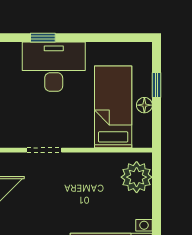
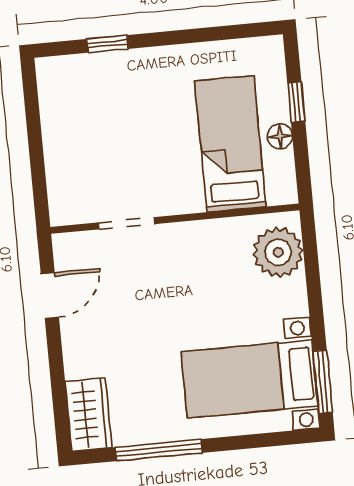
desk: (54, 67) -> (129, 89), removed

